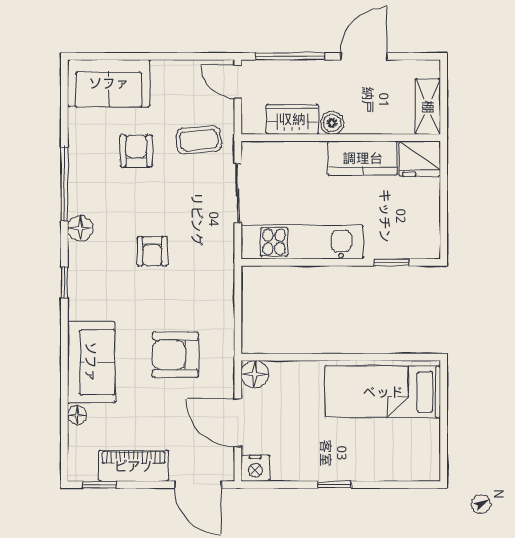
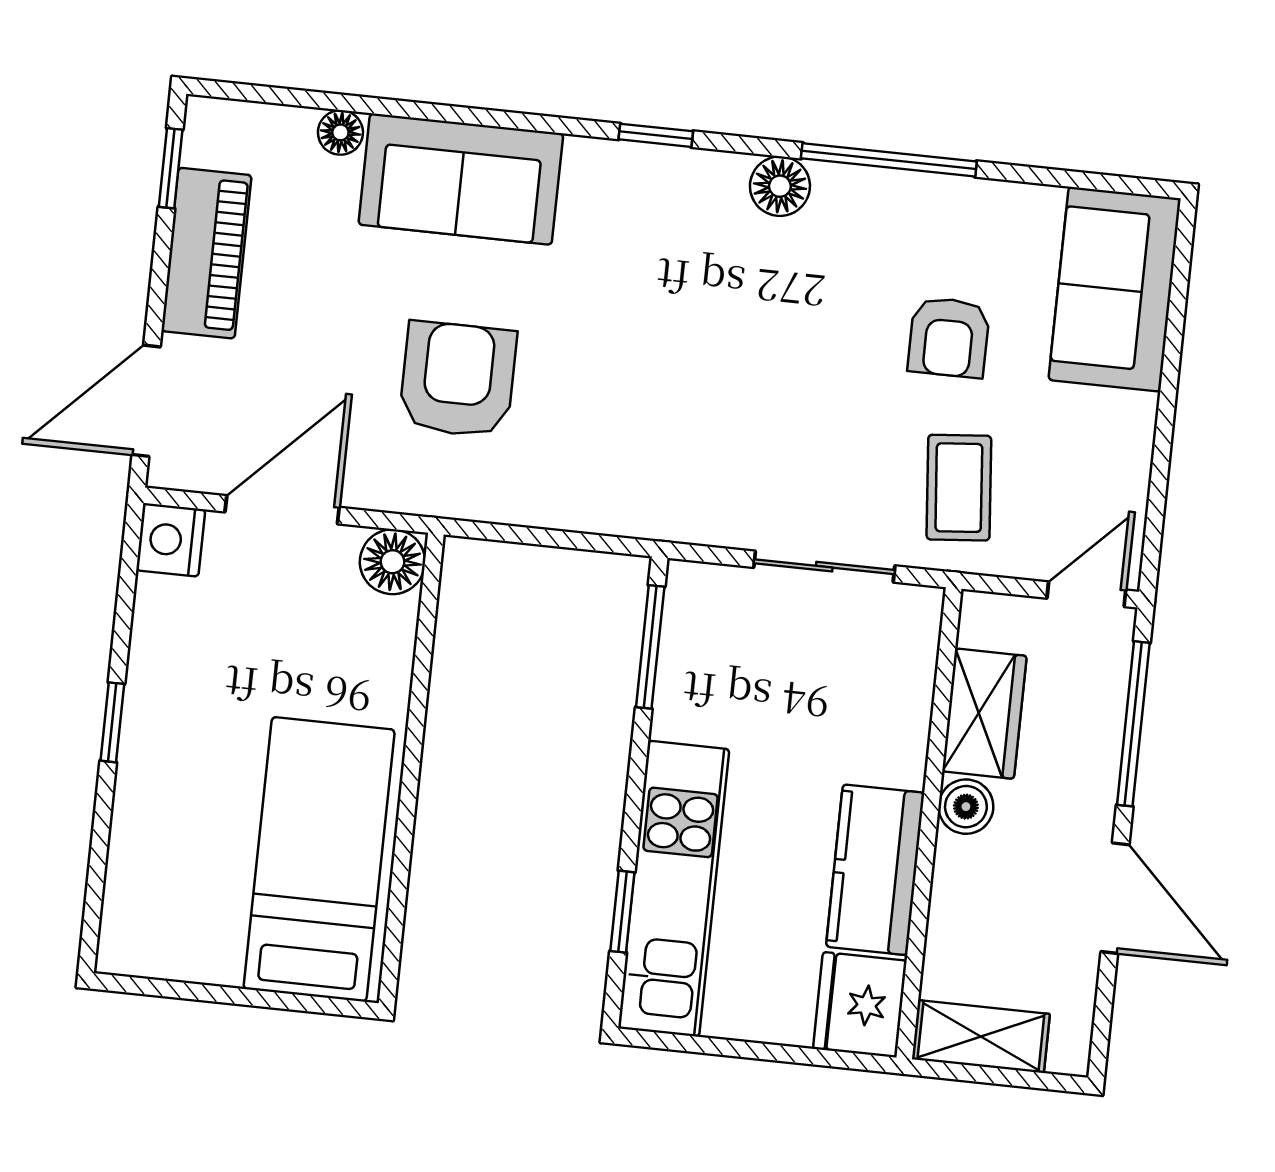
armchair: (136, 151) -> (949, 337), turned 90
kitchen unit: (302, 242) -> (674, 889), moved
armchair: (152, 251) -> (708, 350), removed
window: (279, 262) -> (650, 647), added

